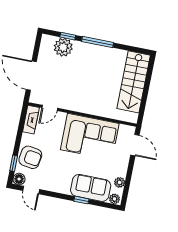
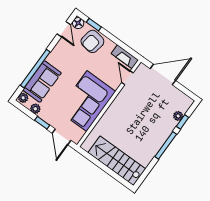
plant: (63, 47) -> (178, 116), width x0.53, depth x0.53
door: (135, 145) -> (62, 137), hinge flipped
window: (130, 170) -> (42, 123), added
door: (31, 190) -> (64, 29), swing flipped
window: (81, 200) -> (35, 69), width x3.17

